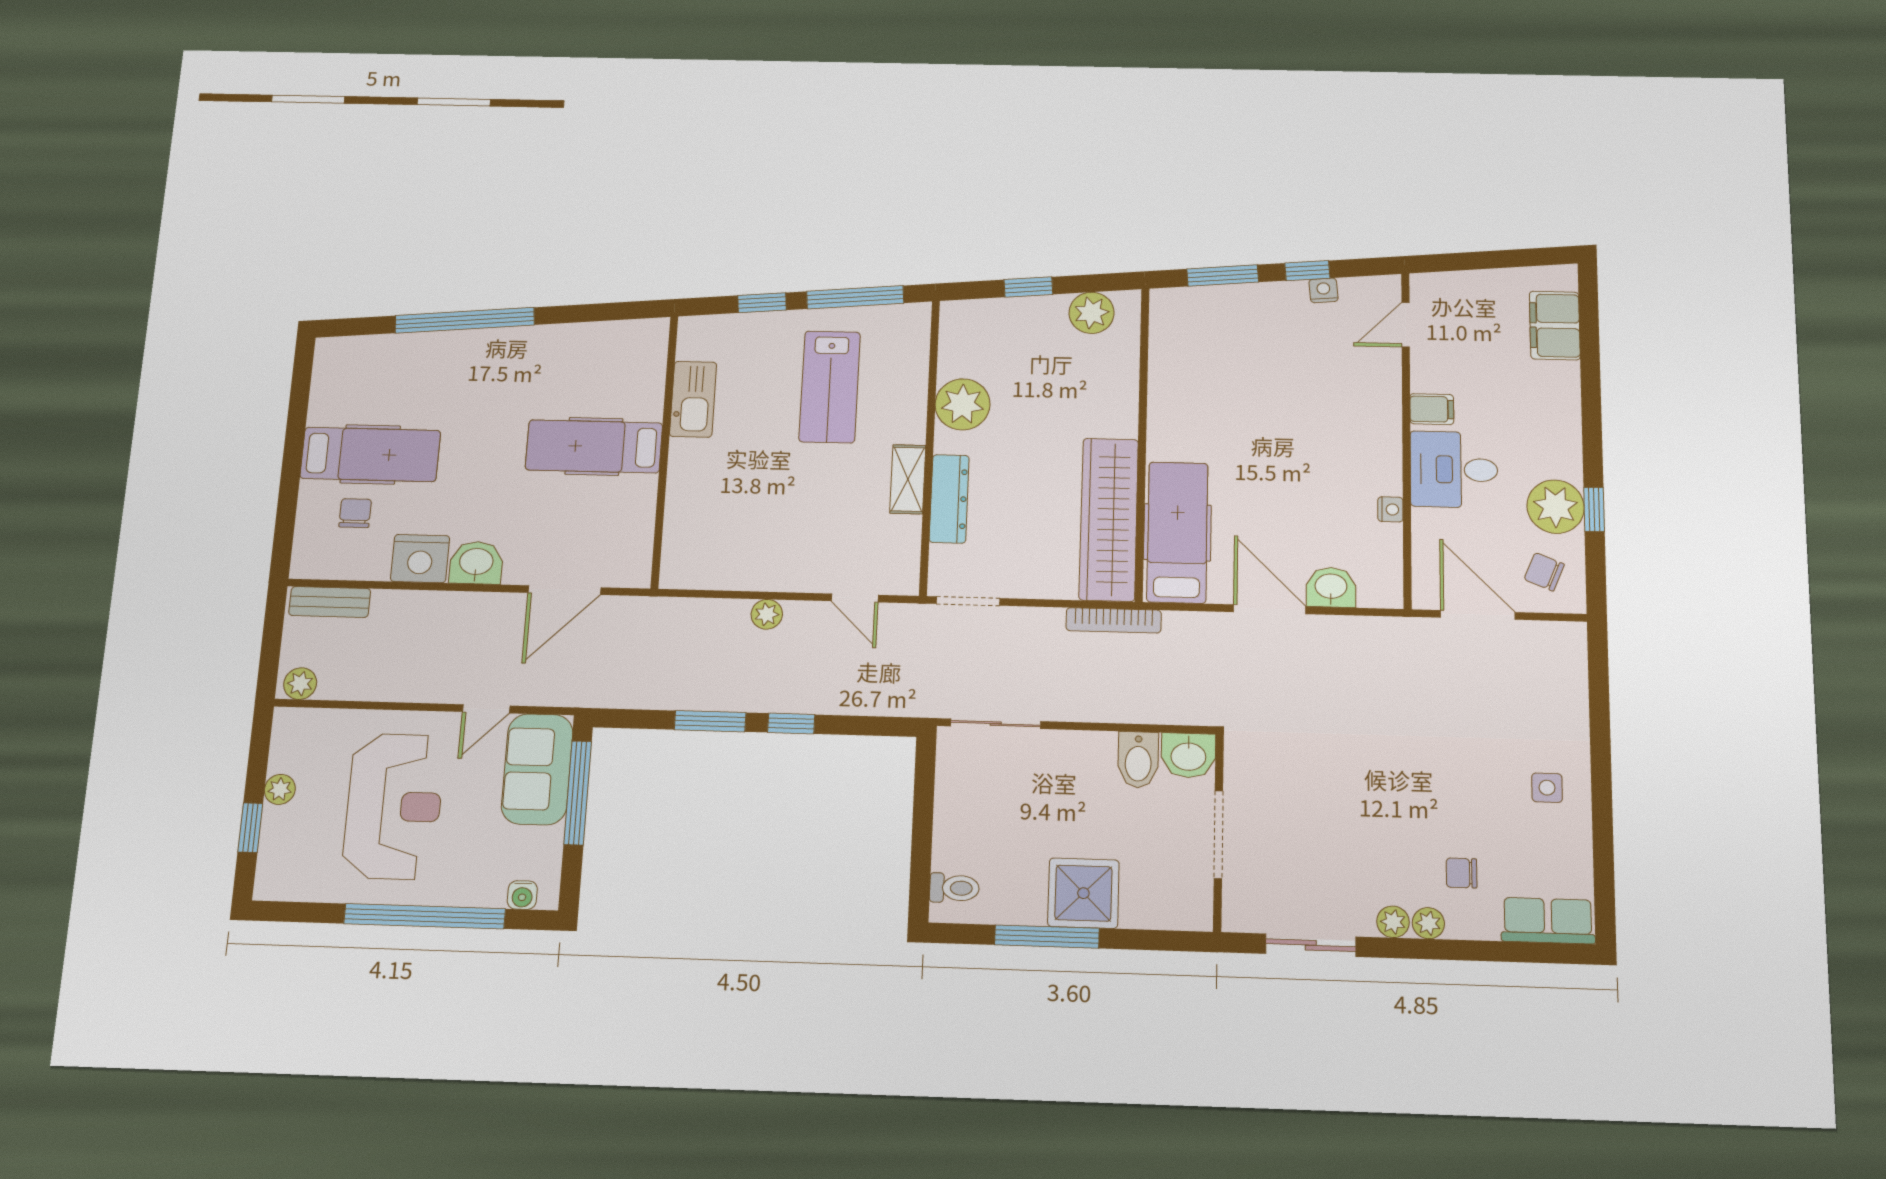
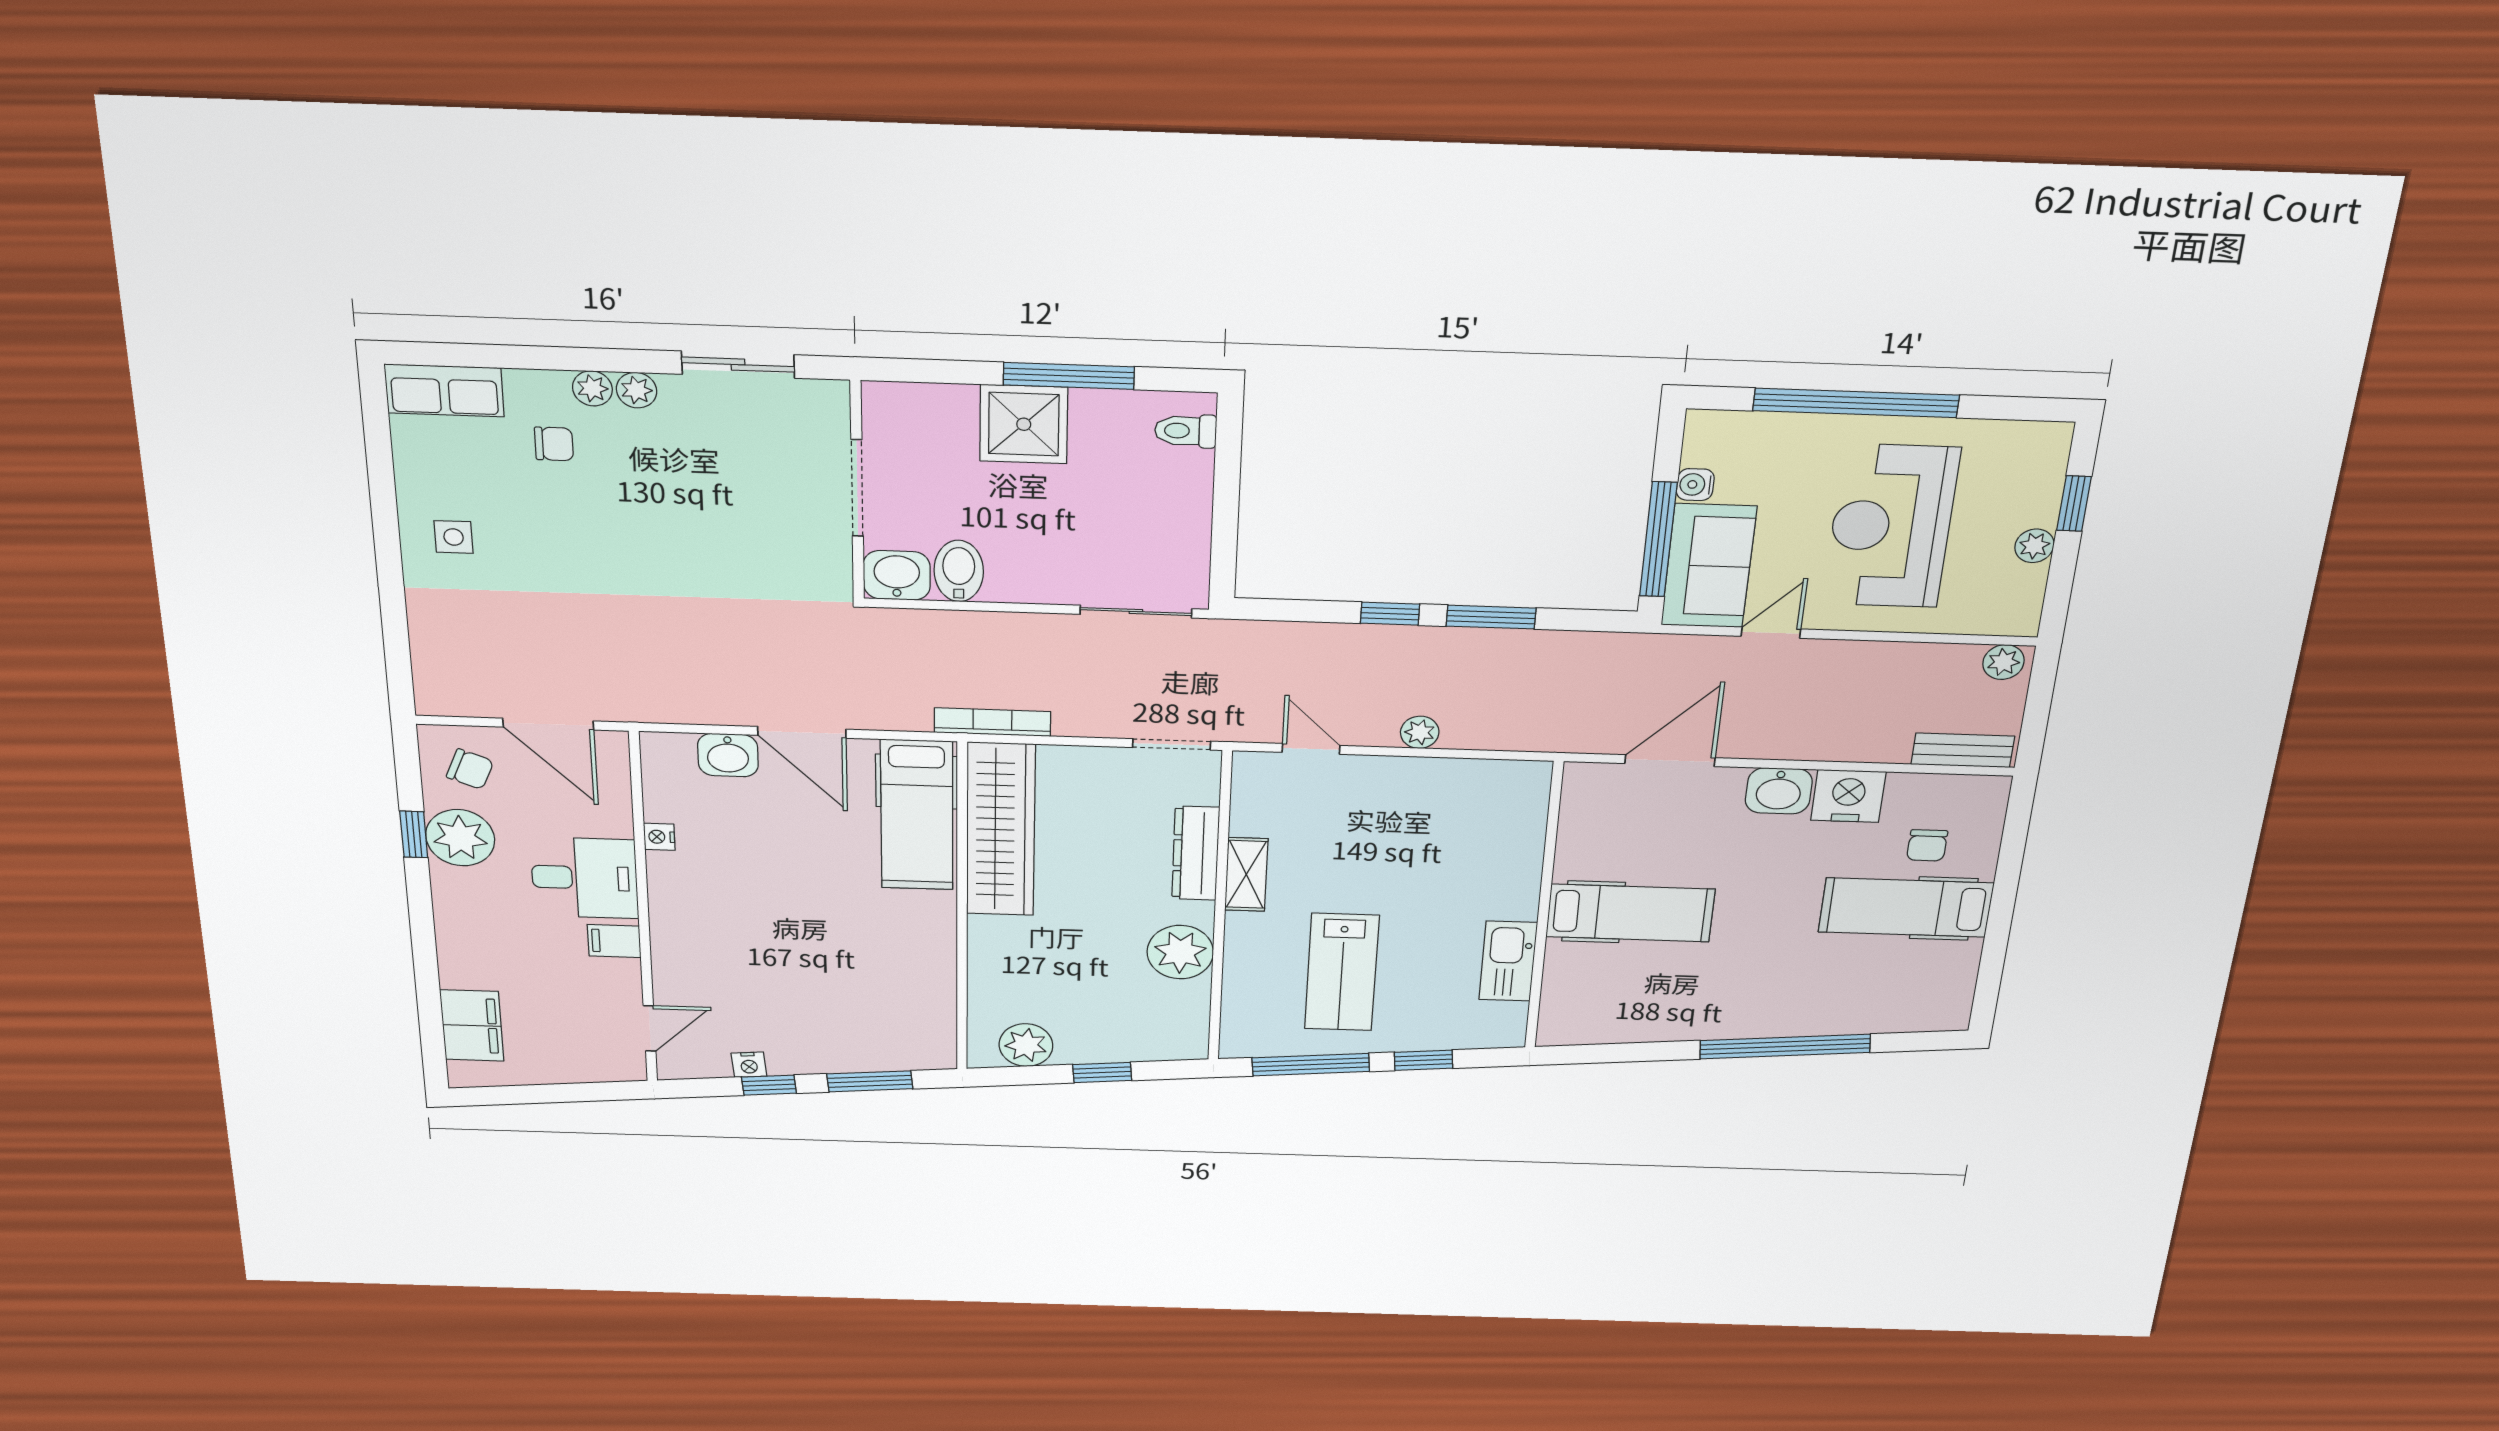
lab bench: (830, 387) -> (1342, 972), turned 180
water cooler: (522, 895) -> (1695, 485), moved, turned -90

